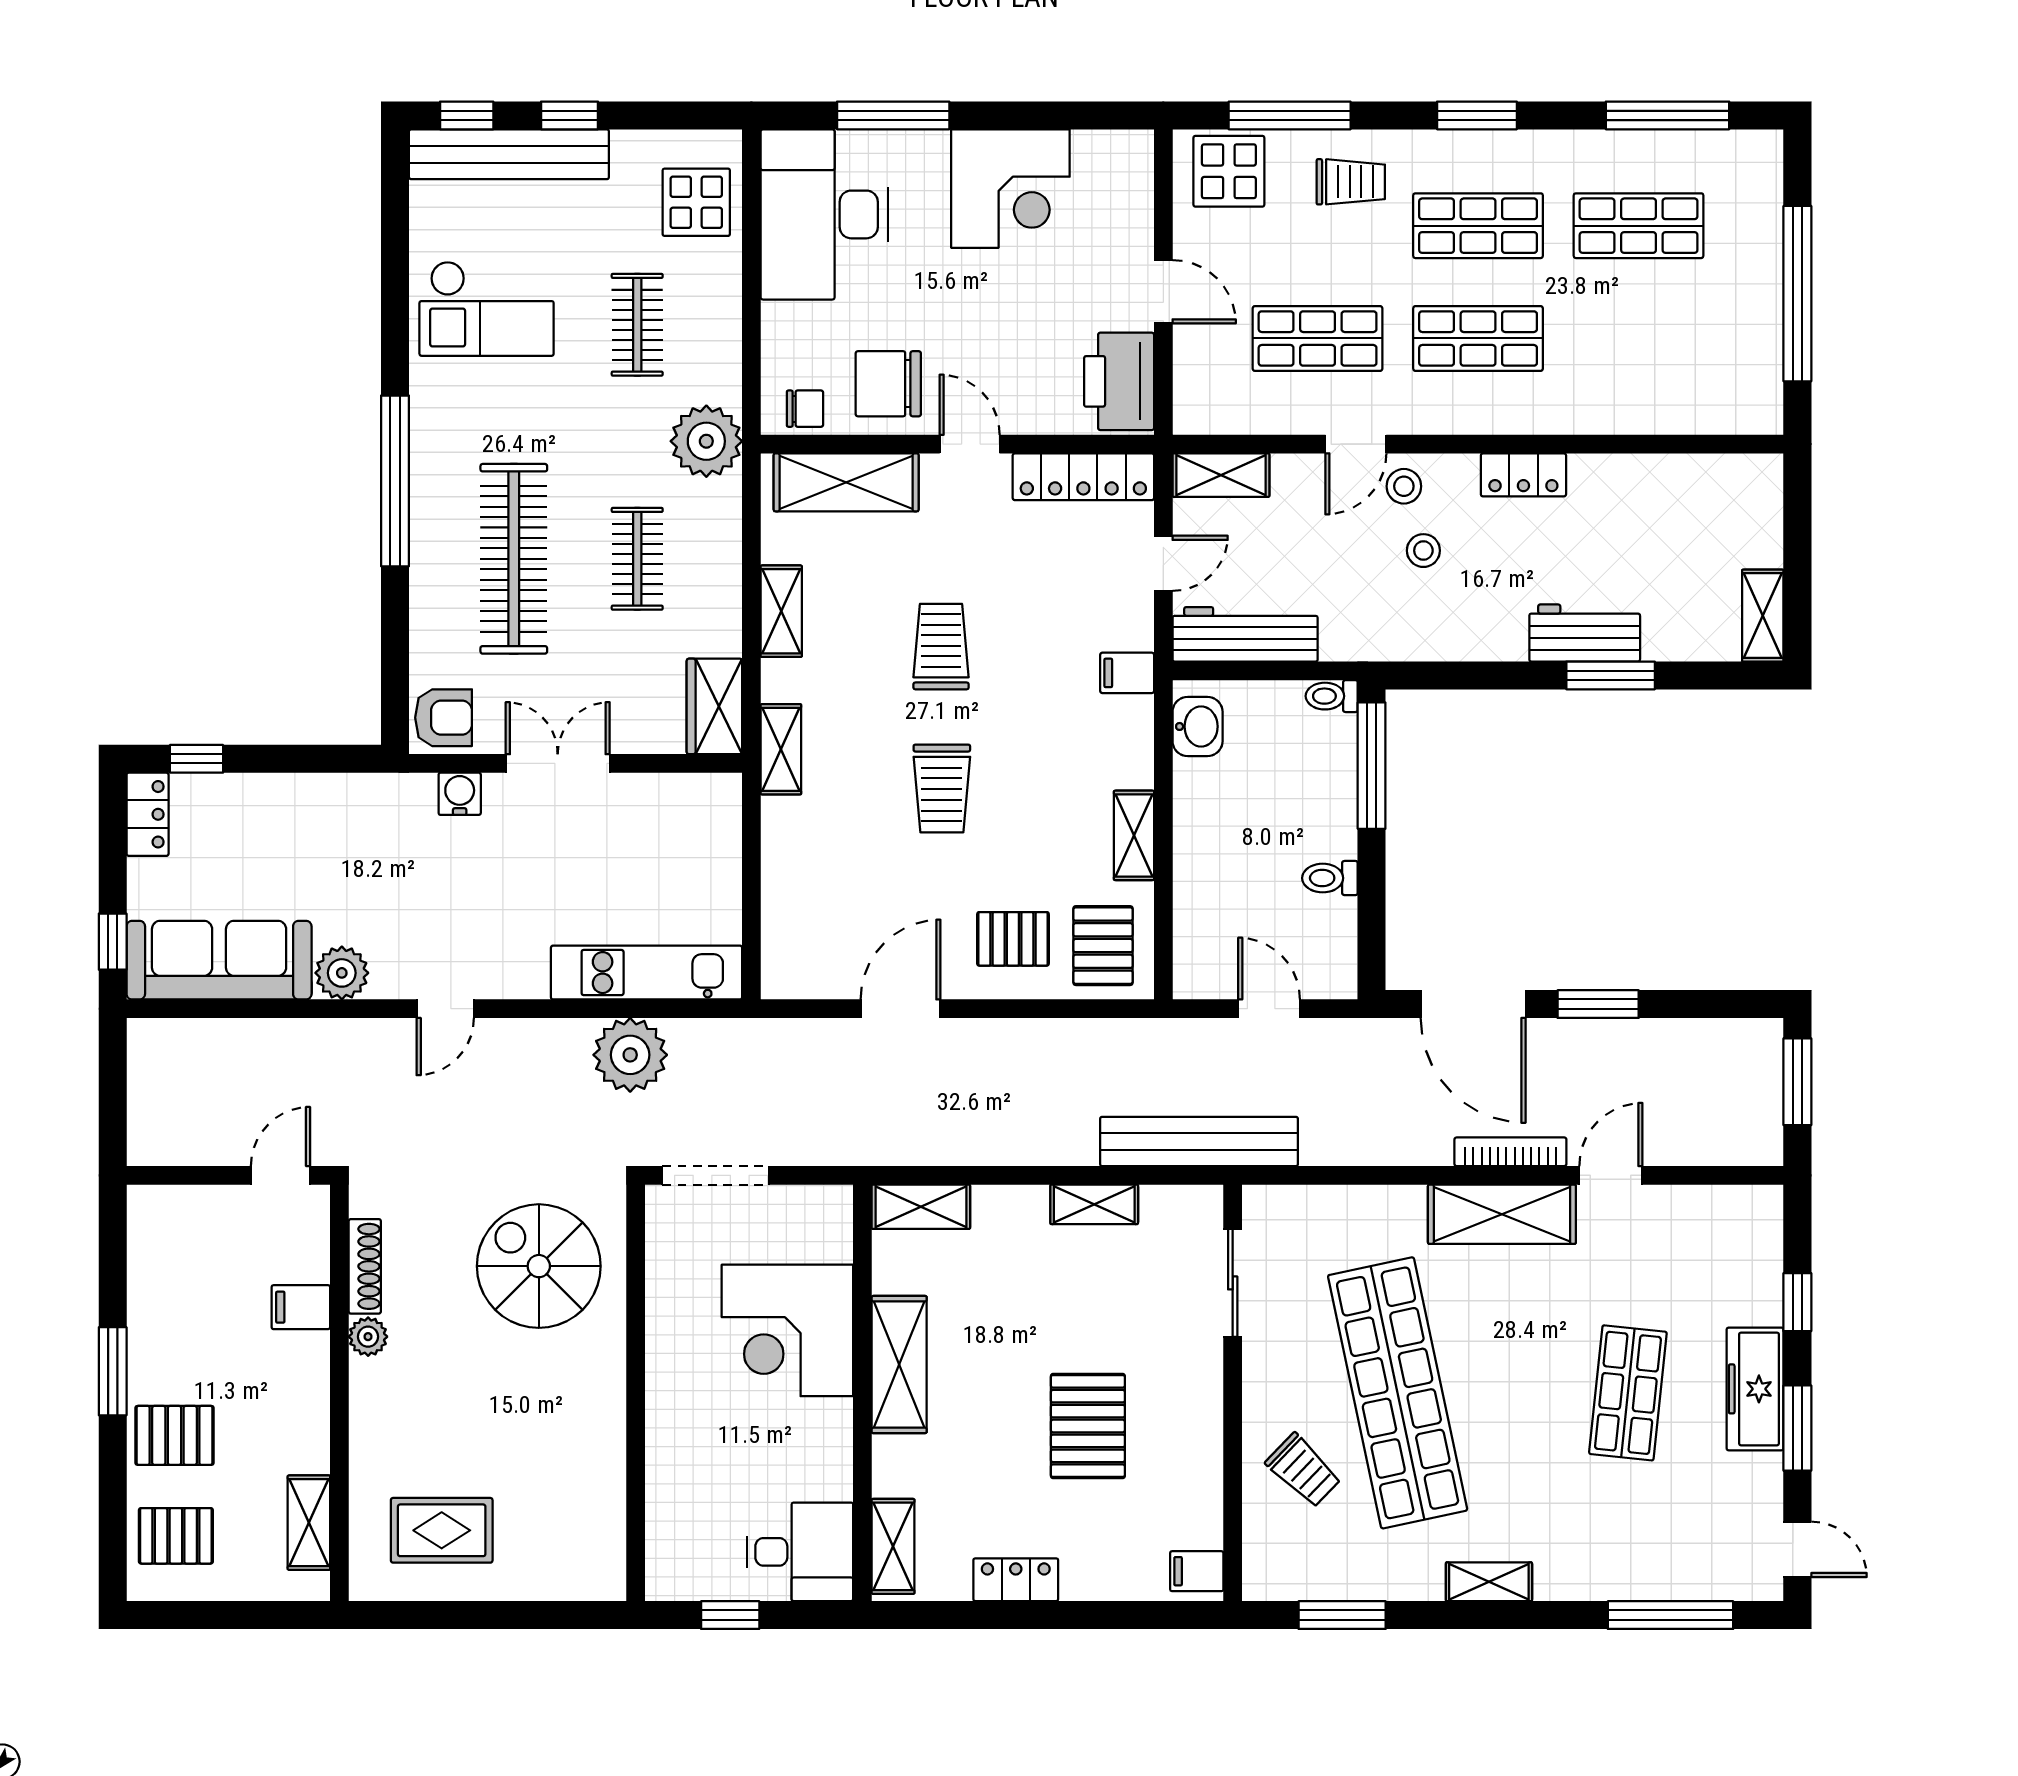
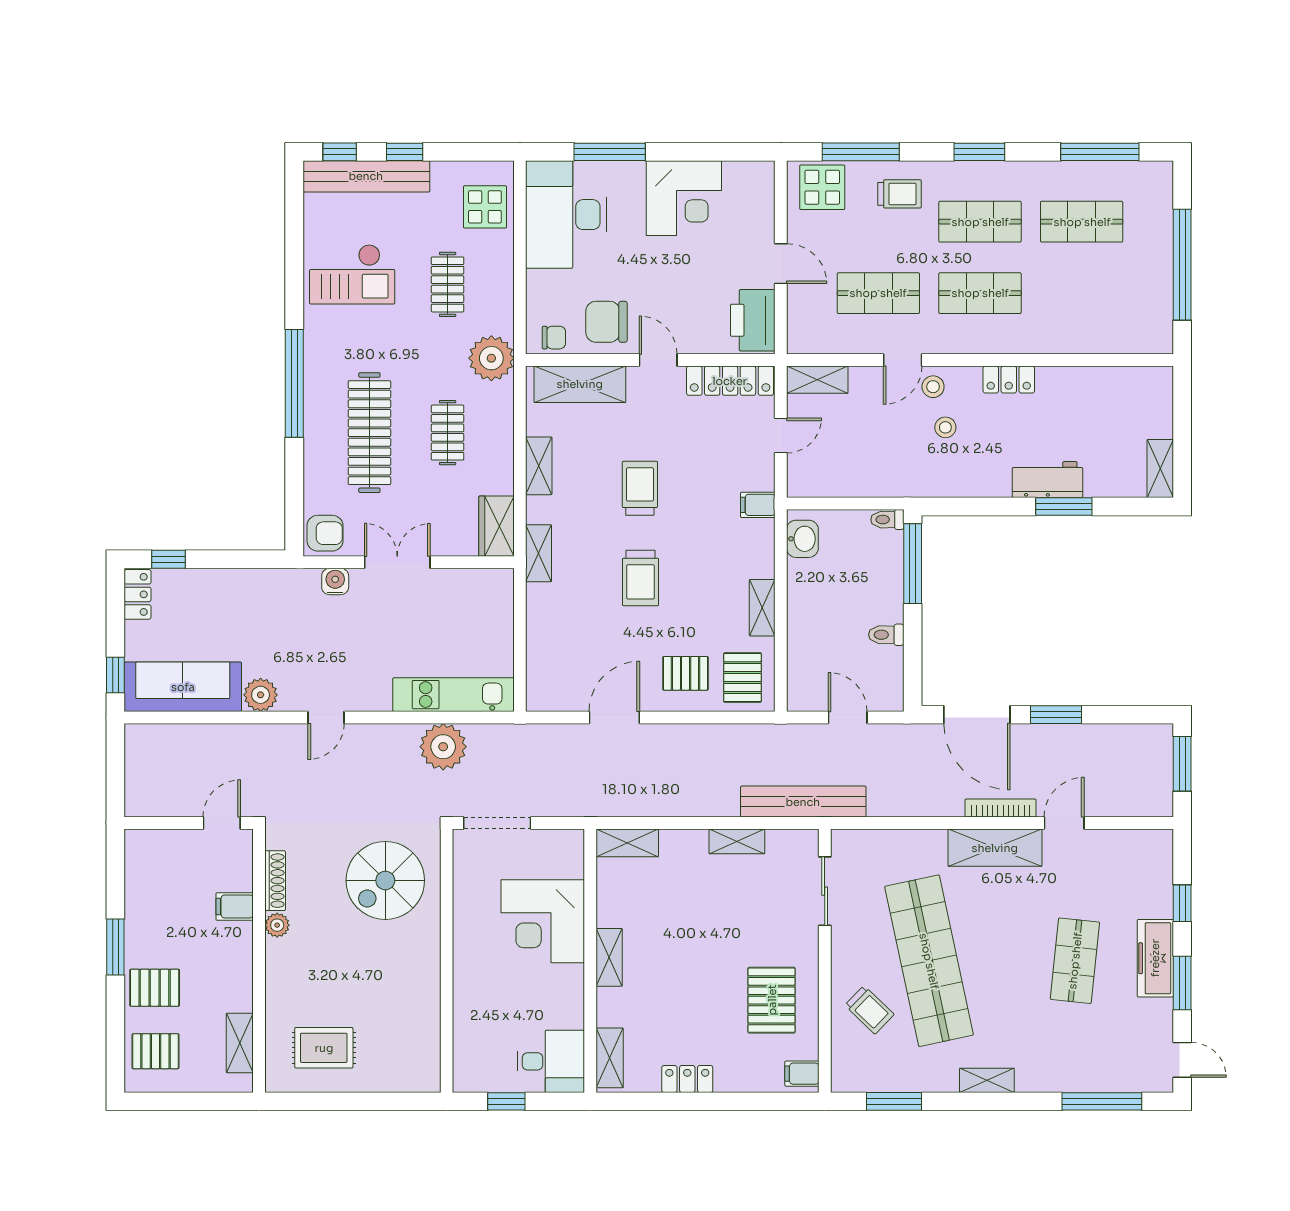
workbench: (1245, 634) -> (833, 480), removed
spiral stairs: (539, 1266) -> (385, 880), turned -90
shelving: (899, 1365) -> (609, 957), width x0.67, depth x0.75
pallet: (1088, 1426) -> (772, 1000), moved

